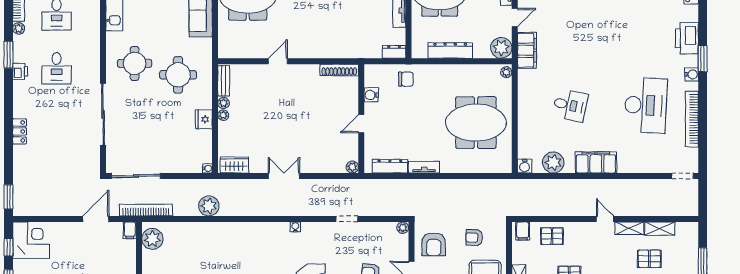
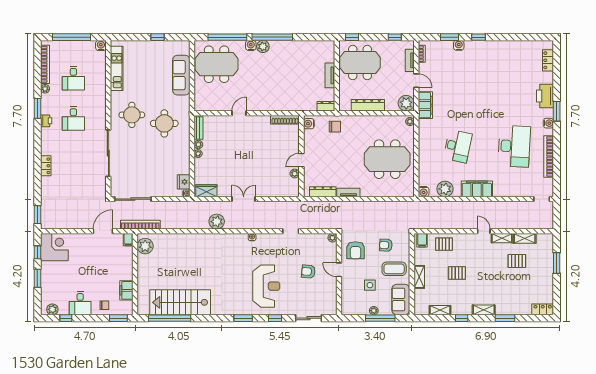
door: (515, 18) -> (416, 81), hinge flipped
water cooler: (371, 95) -> (309, 124), moved
desk: (570, 105) -> (458, 146), width x1.37
fridge: (204, 119) -> (184, 182), moved
plant: (352, 167) -> (295, 173), moved
plant: (209, 206) -> (217, 222), moved

